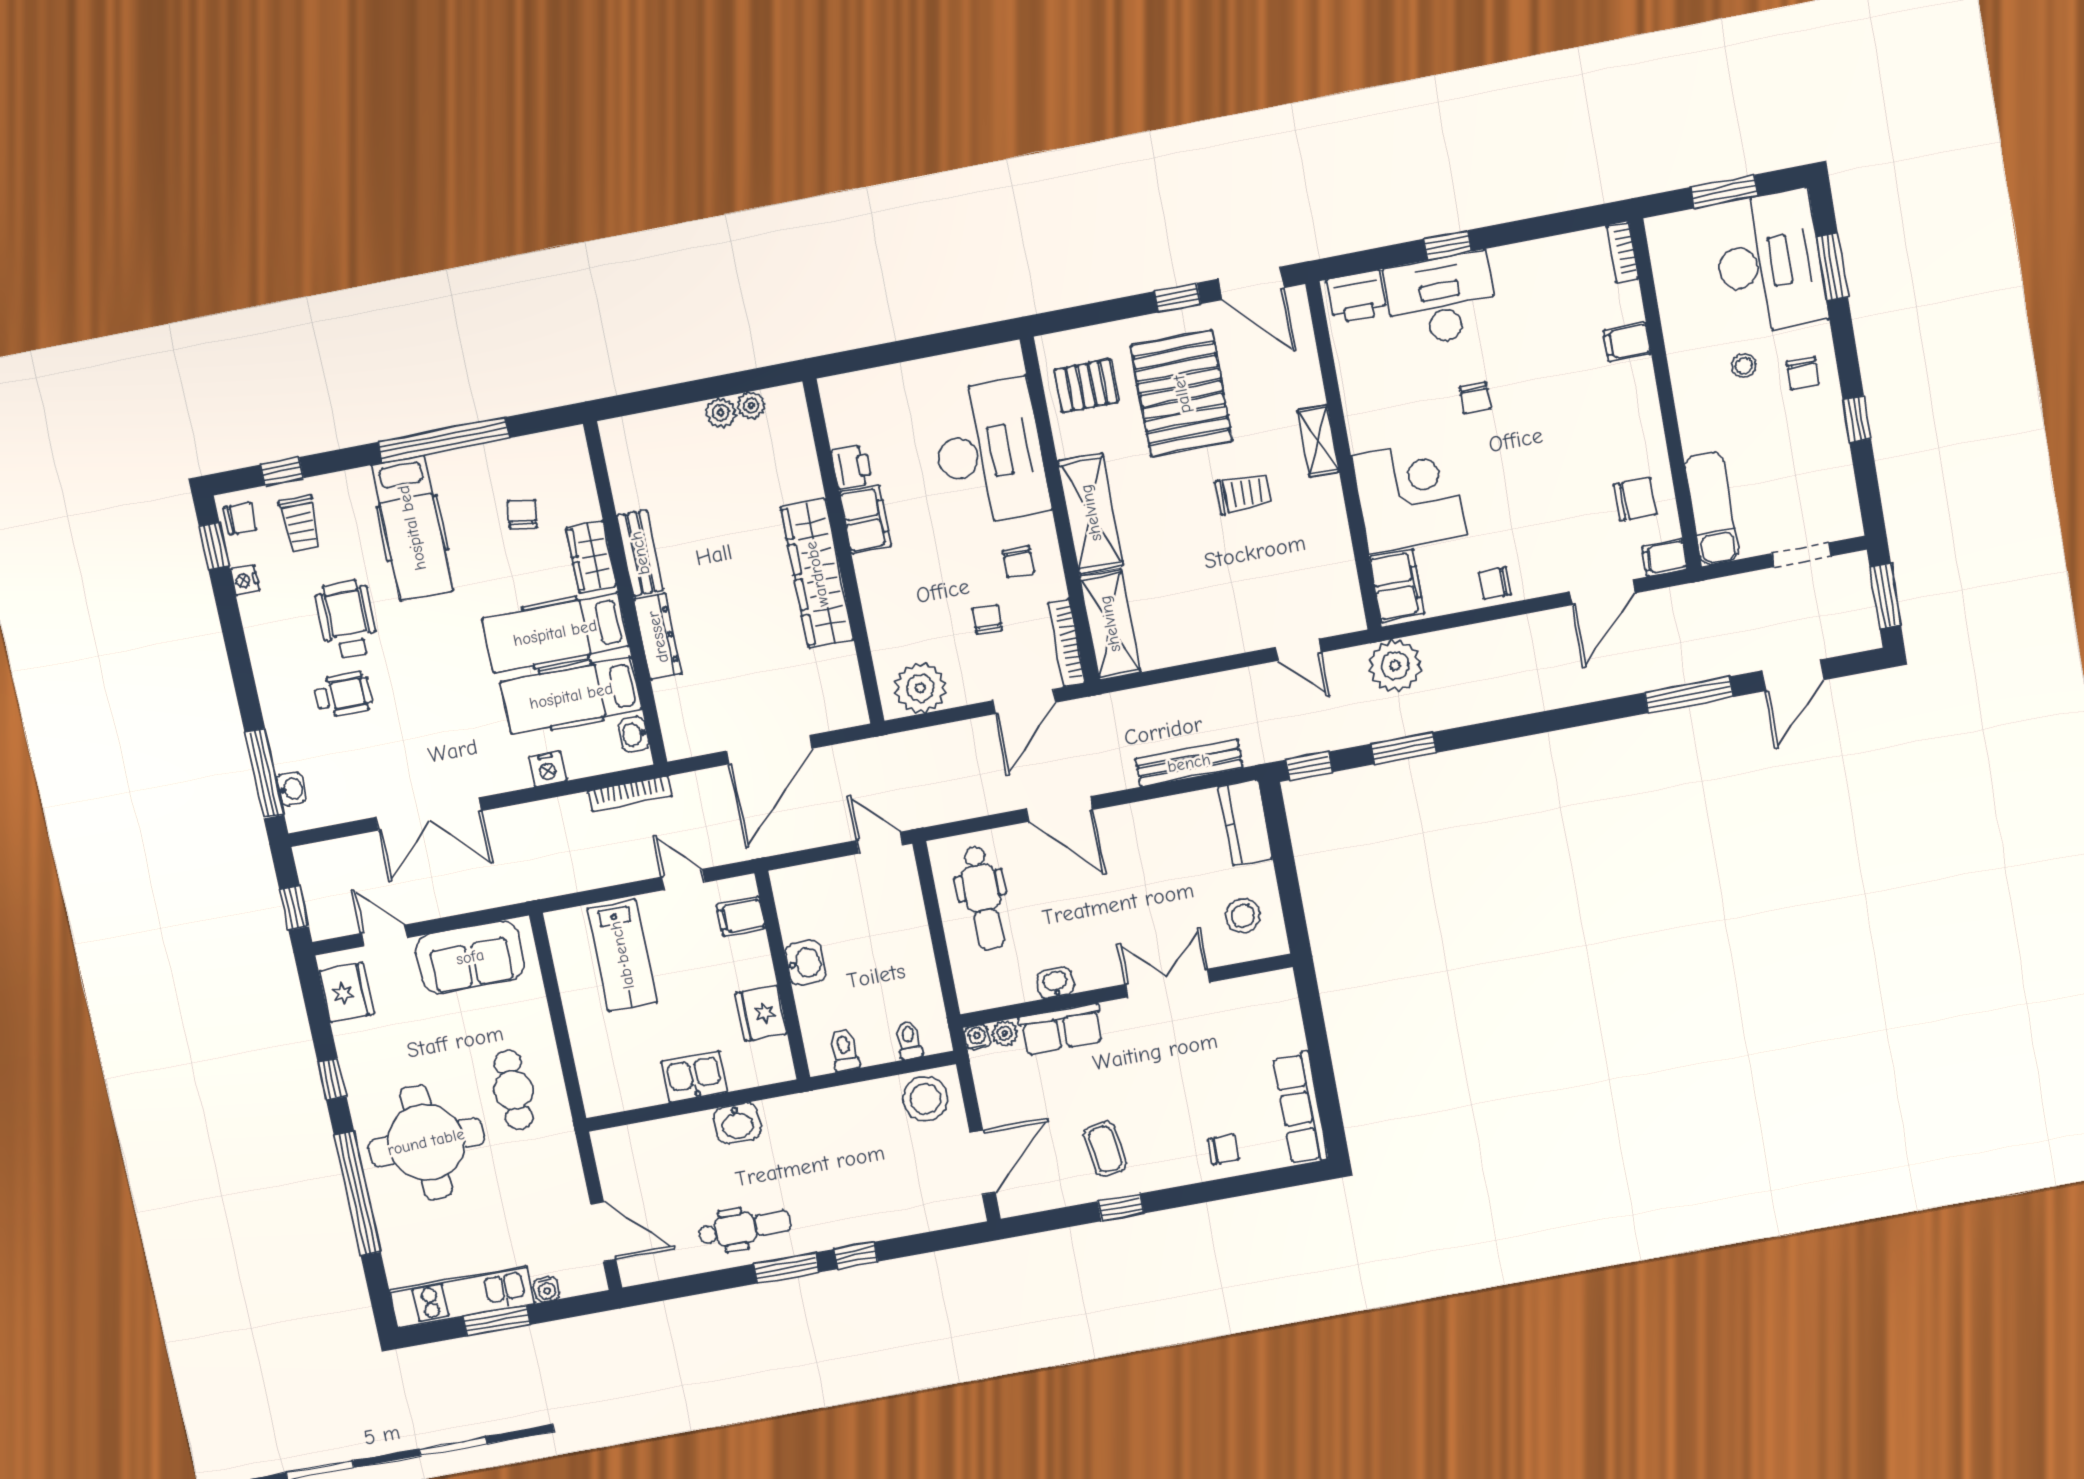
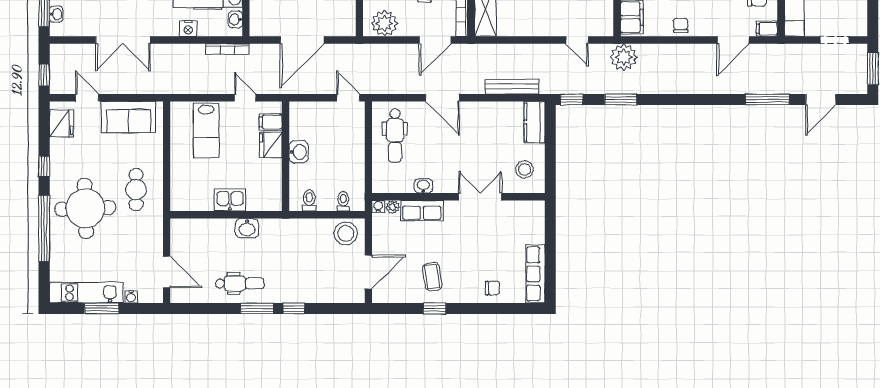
chair: (1495, 583) -> (681, 25), turned 90
fridge: (761, 1013) -> (271, 145), moved

